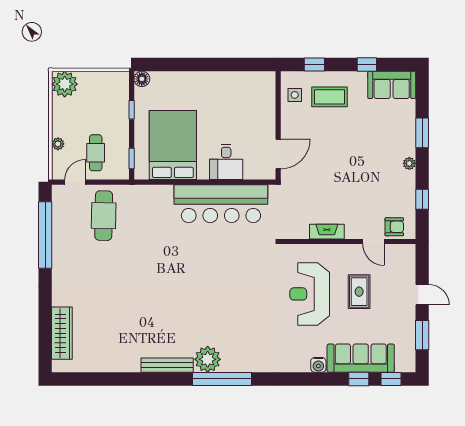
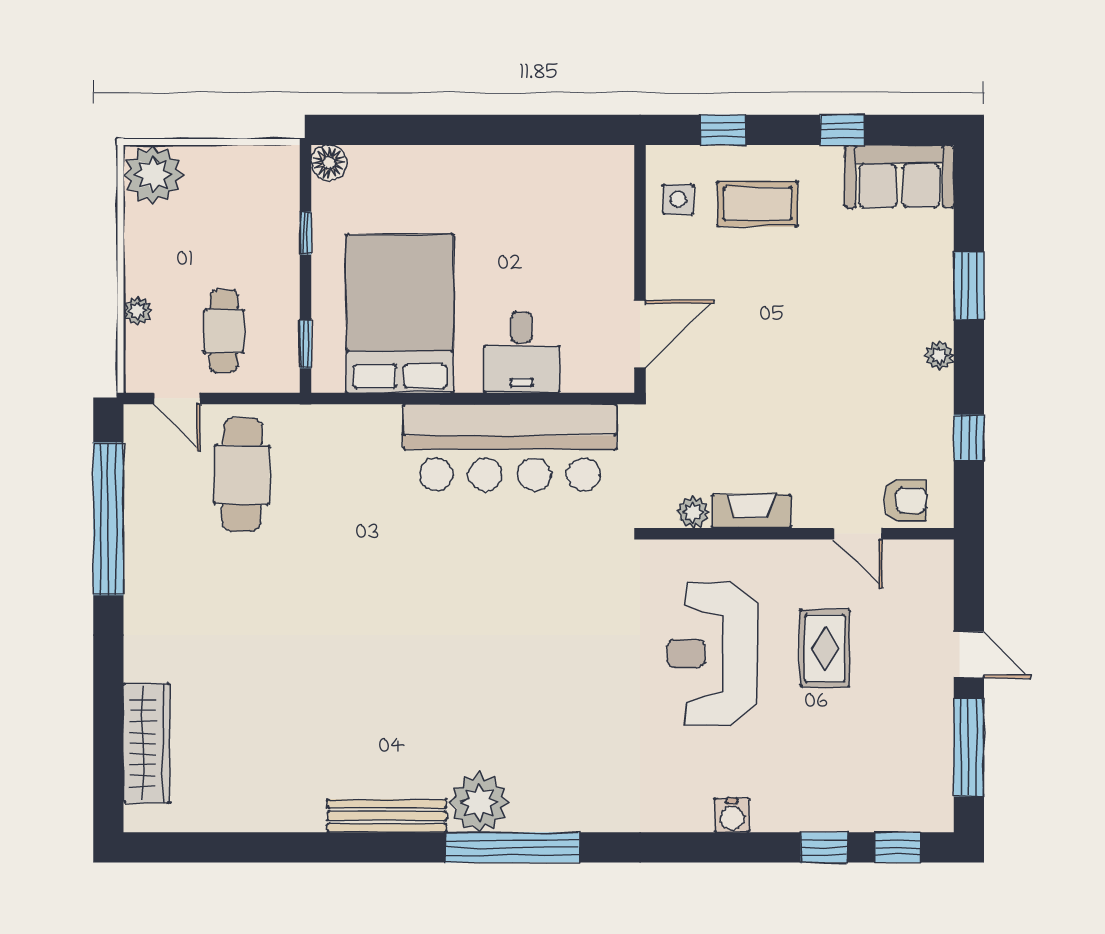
door: (75, 182) -> (177, 398), swing flipped
plant: (301, 232) -> (693, 512), added
window: (422, 335) -> (969, 748), width x1.44
sofa: (361, 358) -> (829, 800), removed

